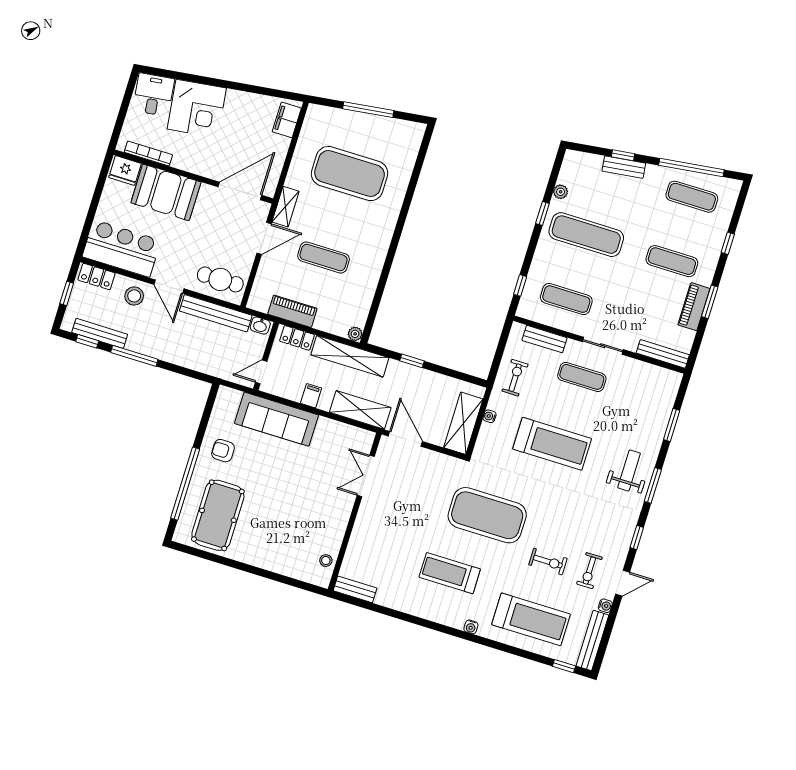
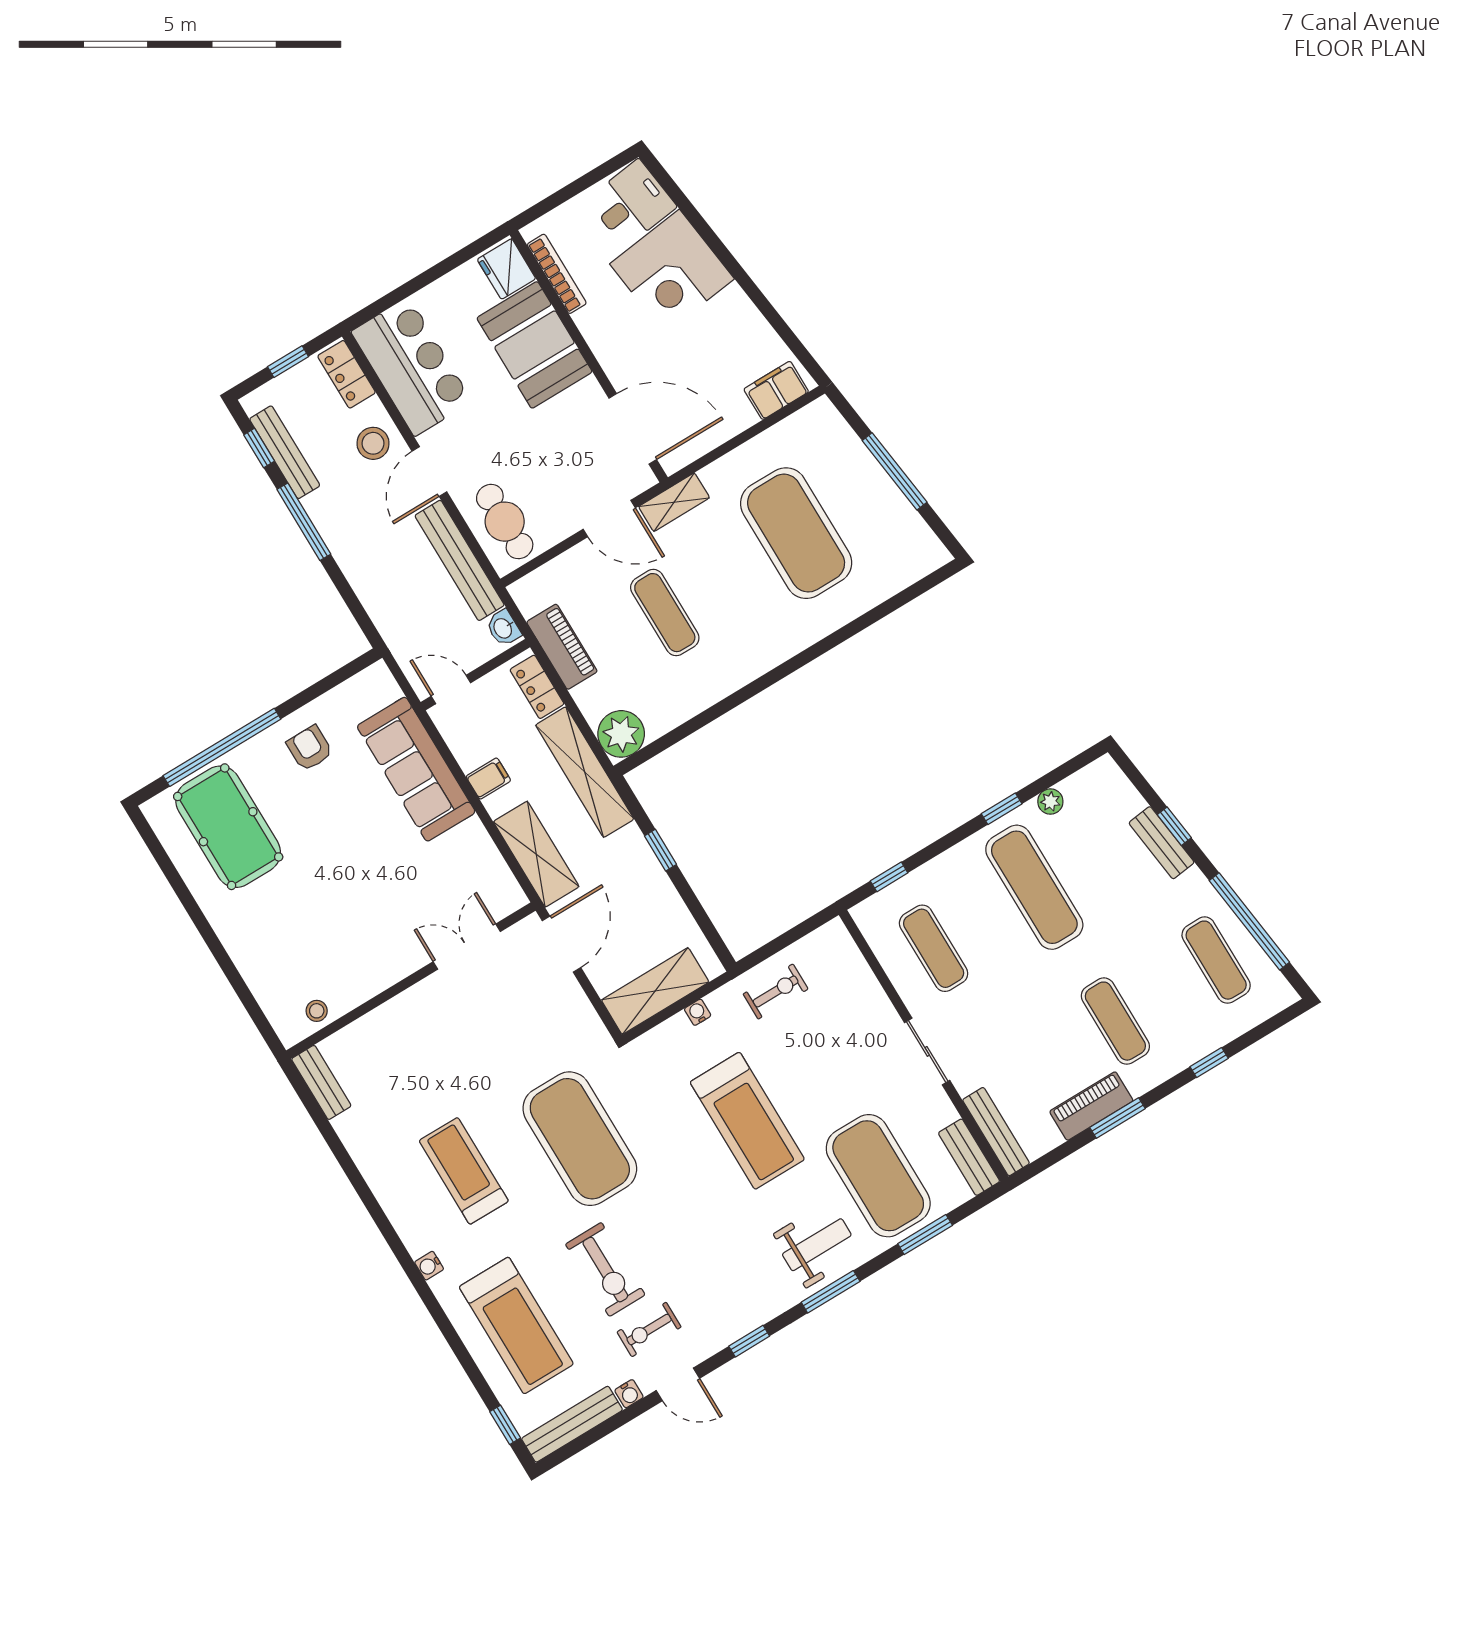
plant: (355, 334) -> (621, 734), width x1.88, depth x1.88
bench: (544, 339) -> (969, 1157), moved
exercise mat: (582, 377) -> (878, 1176), moved, width x2.00, depth x1.45
pool table: (218, 515) -> (228, 827), turned 90
exercise bike: (548, 562) -> (605, 1270), width x1.38, depth x1.39

